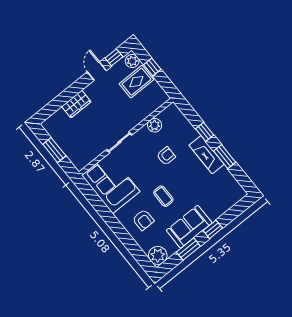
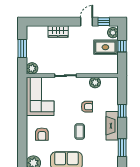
window: (225, 157) -> (122, 148), moved
plant: (80, 162) -> (32, 68), added
coffee table: (163, 196) -> (80, 131), moved

